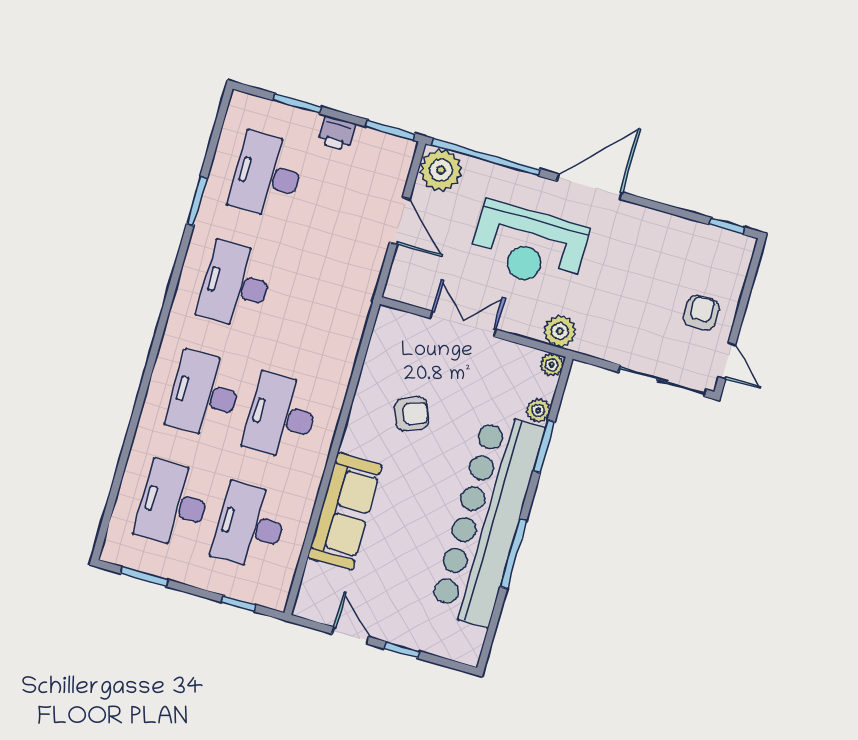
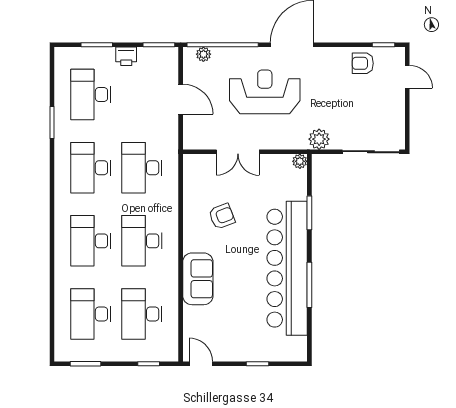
plant: (441, 170) -> (203, 54), width x0.53, depth x0.53
reception desk: (529, 246) -> (265, 92), turned 180
desk: (312, 307) -> (142, 168), added
armchair: (701, 313) -> (363, 63), moved, turned -90
double door: (463, 324) -> (238, 152), swing flipped
plant: (560, 331) -> (319, 139), moved
door: (727, 361) -> (407, 77), moved
plant: (538, 411) -> (300, 192), removed
sofa: (345, 511) -> (198, 279), width x0.73
door: (350, 635) -> (201, 364), moved

